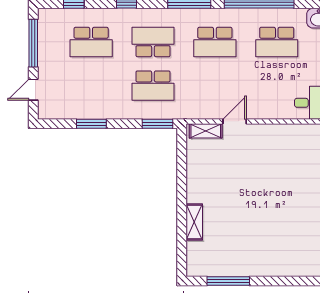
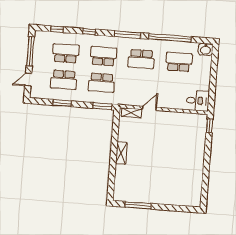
school desk: (91, 42) -> (66, 53), turned 180
school desk: (277, 42) -> (179, 62), turned 180
school desk: (91, 86) -> (64, 80), added
shelving: (194, 222) -> (121, 153), moved

